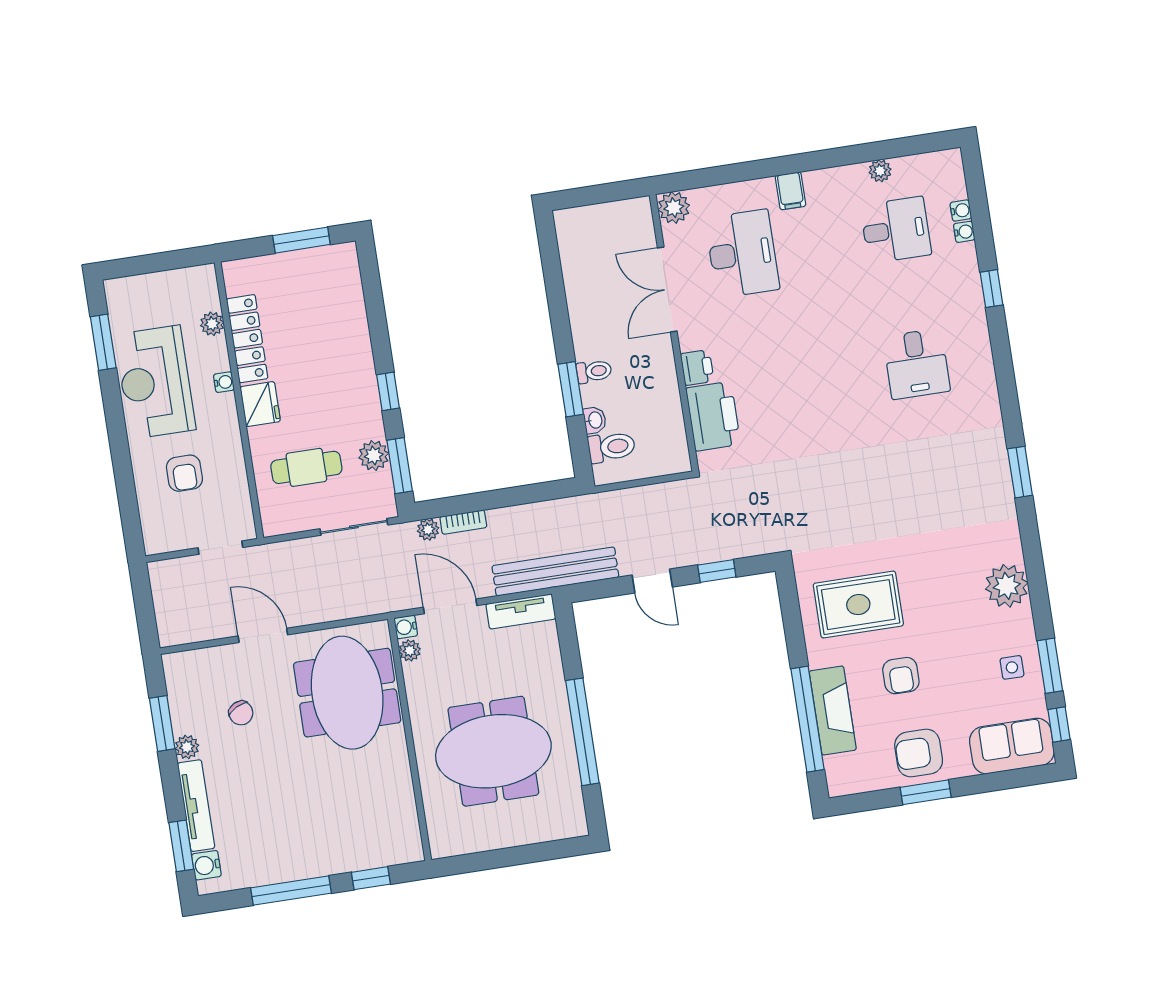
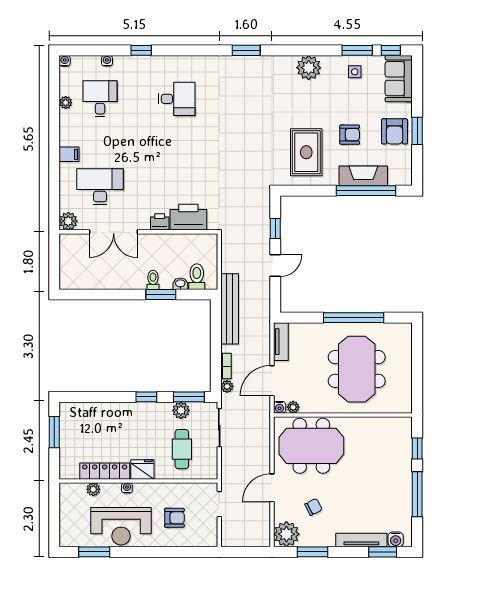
water cooler: (961, 210) -> (65, 61), moved
bench: (555, 572) -> (230, 309), moved
plant: (187, 747) -> (286, 534), moved, width x1.88, depth x1.88

